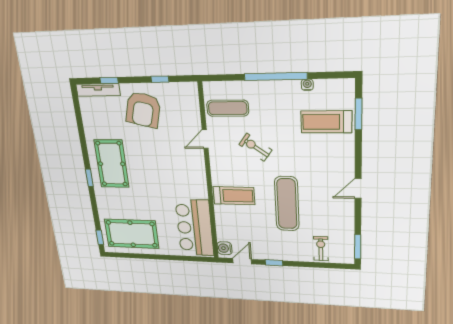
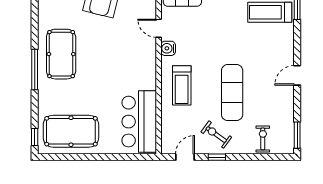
door: (205, 139) -> (159, 28), hinge flipped
exercise bike: (255, 147) -> (216, 135), moved
window: (89, 178) -> (35, 69), width x2.17
treadmill: (234, 196) -> (182, 85), turned 90
water cooler: (225, 248) -> (168, 48), moved

